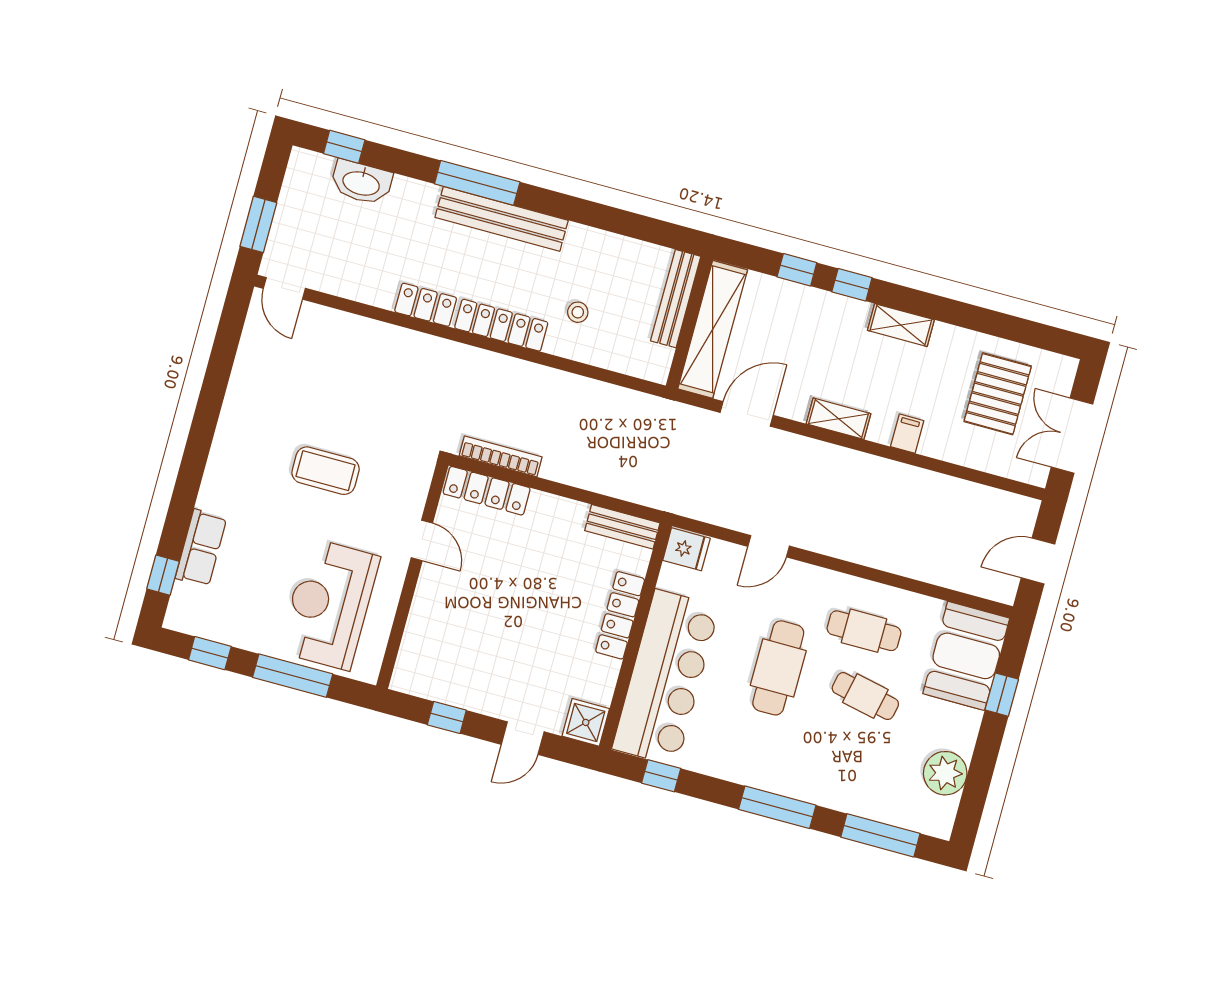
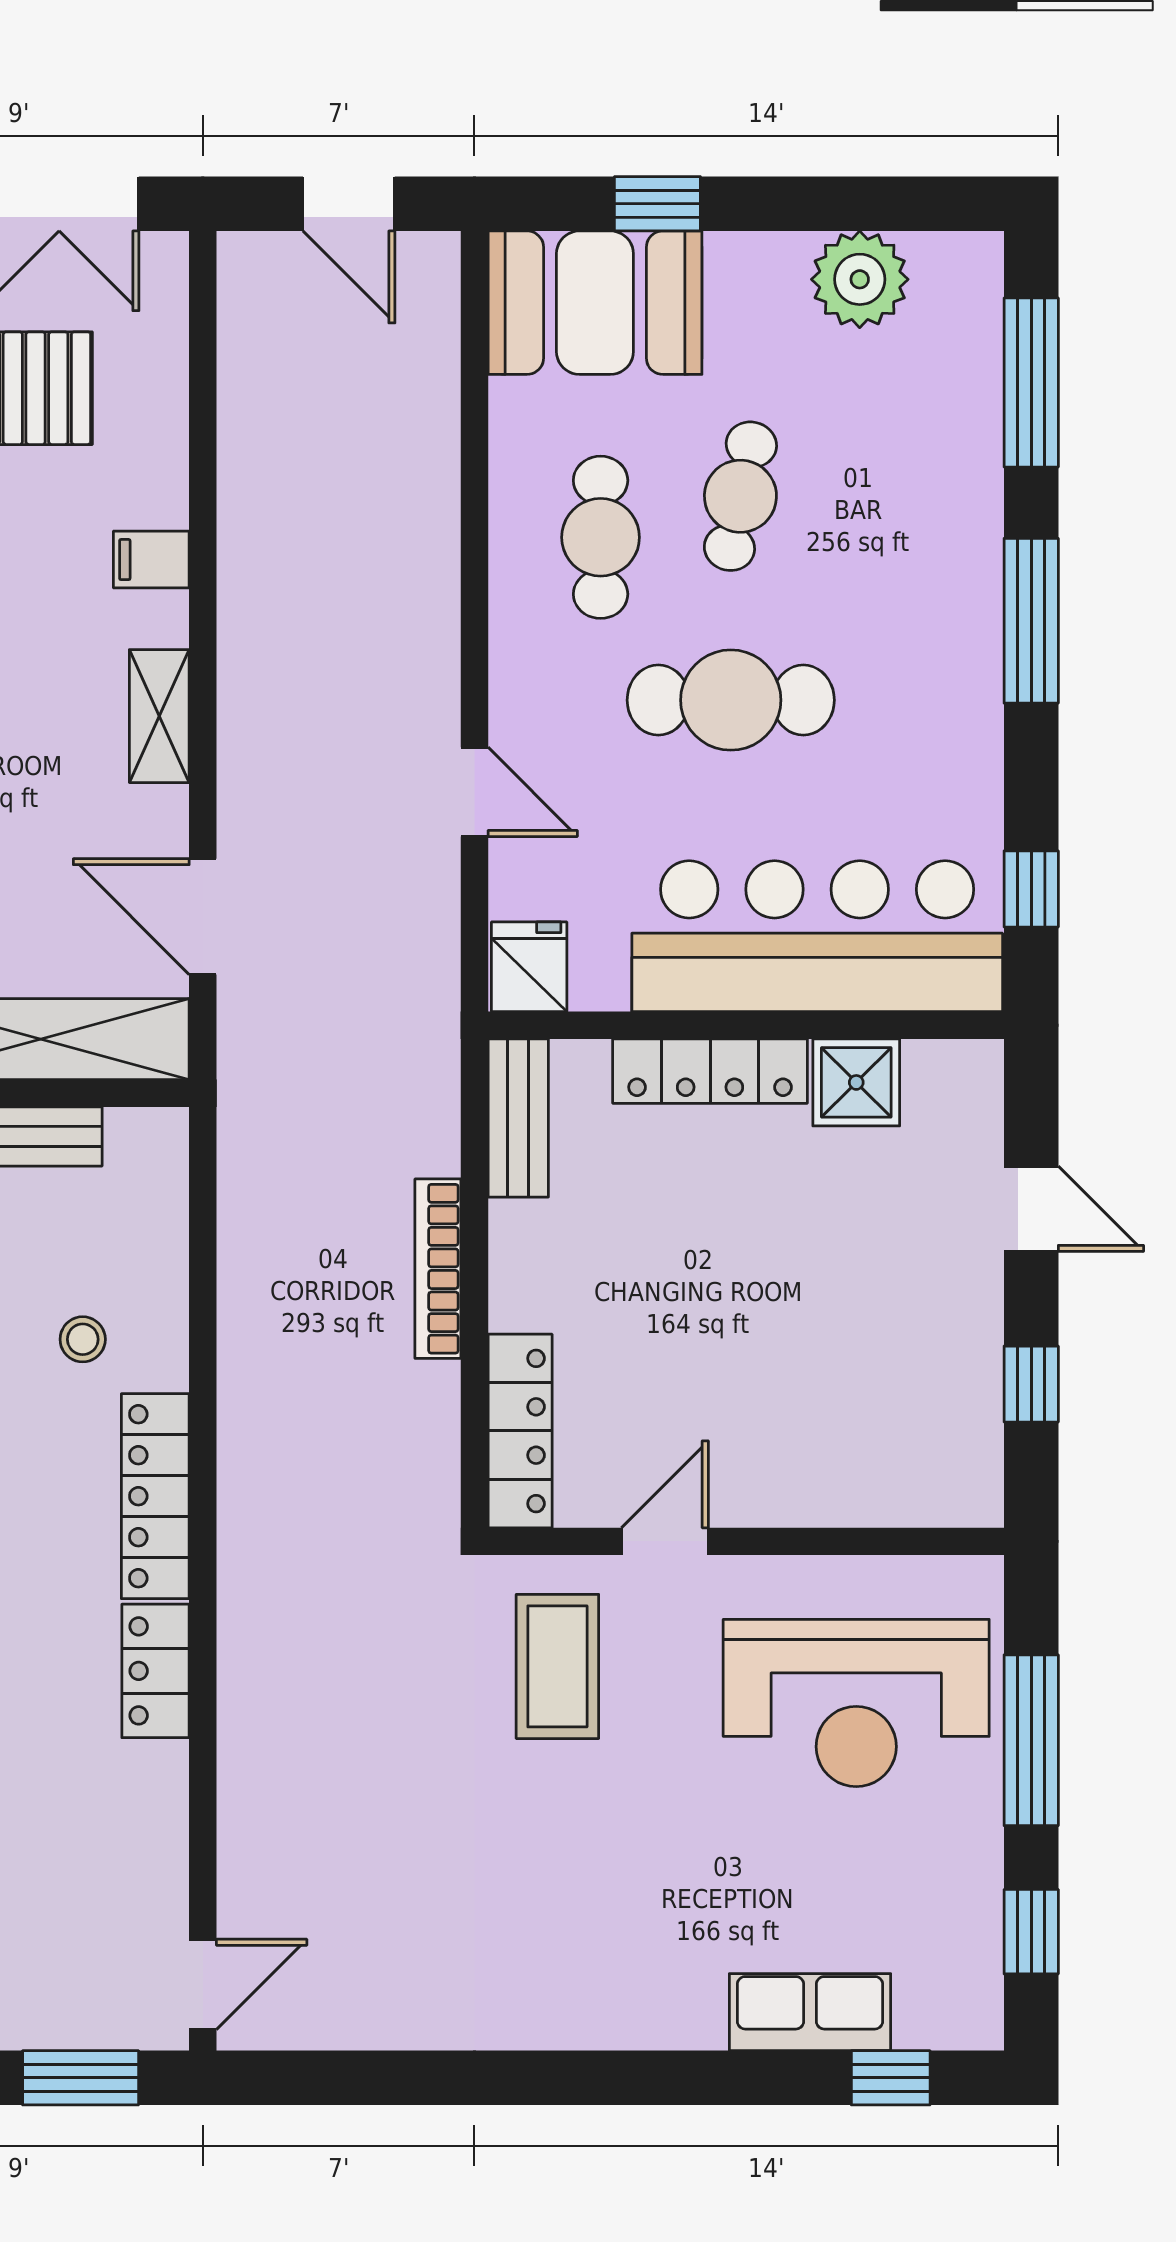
bookcase: (501, 456) -> (438, 1269), moved
coffee table: (326, 471) -> (557, 1666), moved
shower: (586, 722) -> (856, 1082), moved

